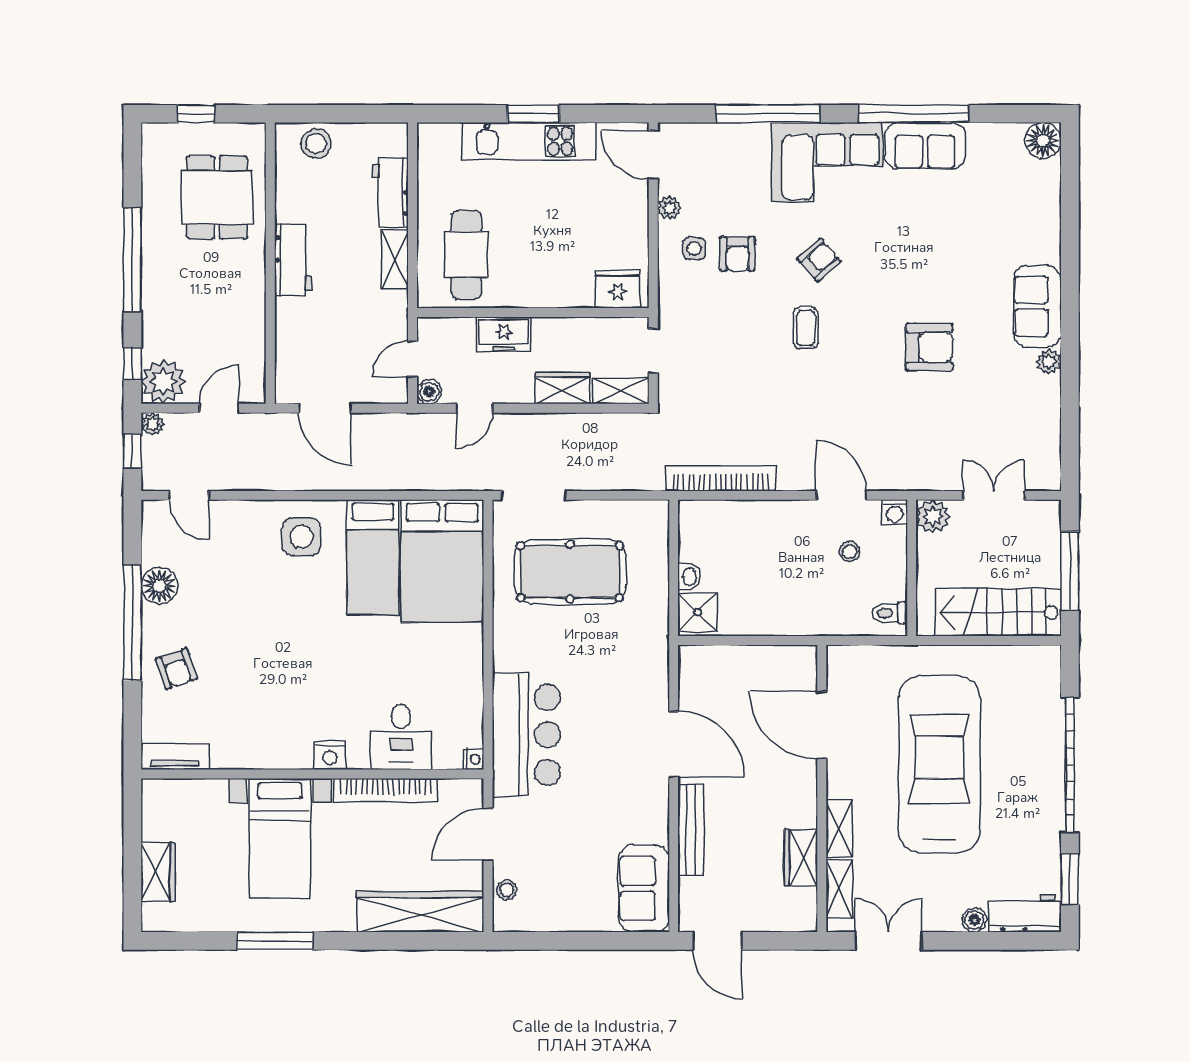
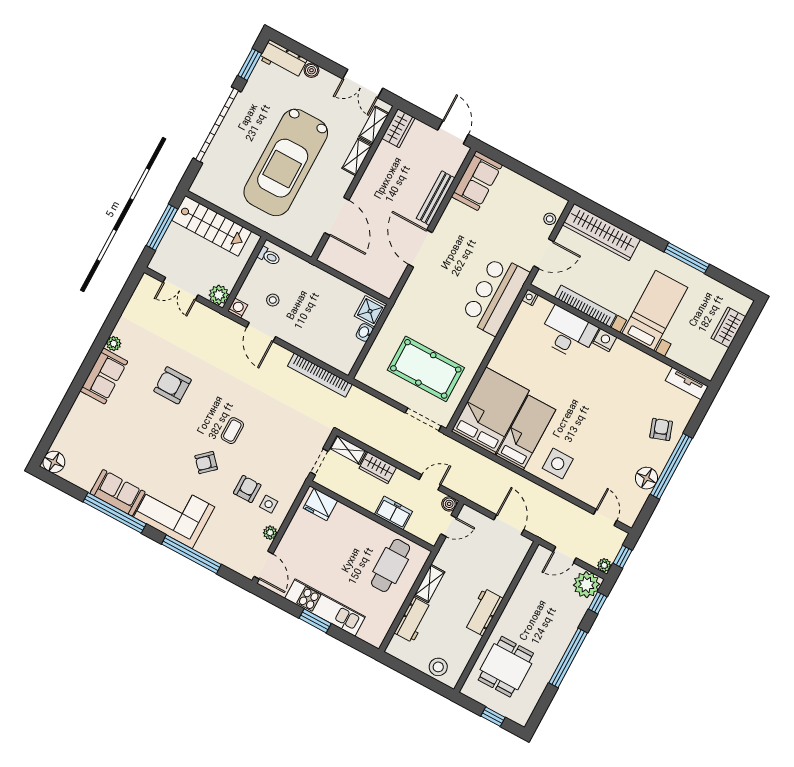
desk: (401, 737) -> (568, 333), width x1.37
wardrobe: (801, 858) -> (398, 128), moved

